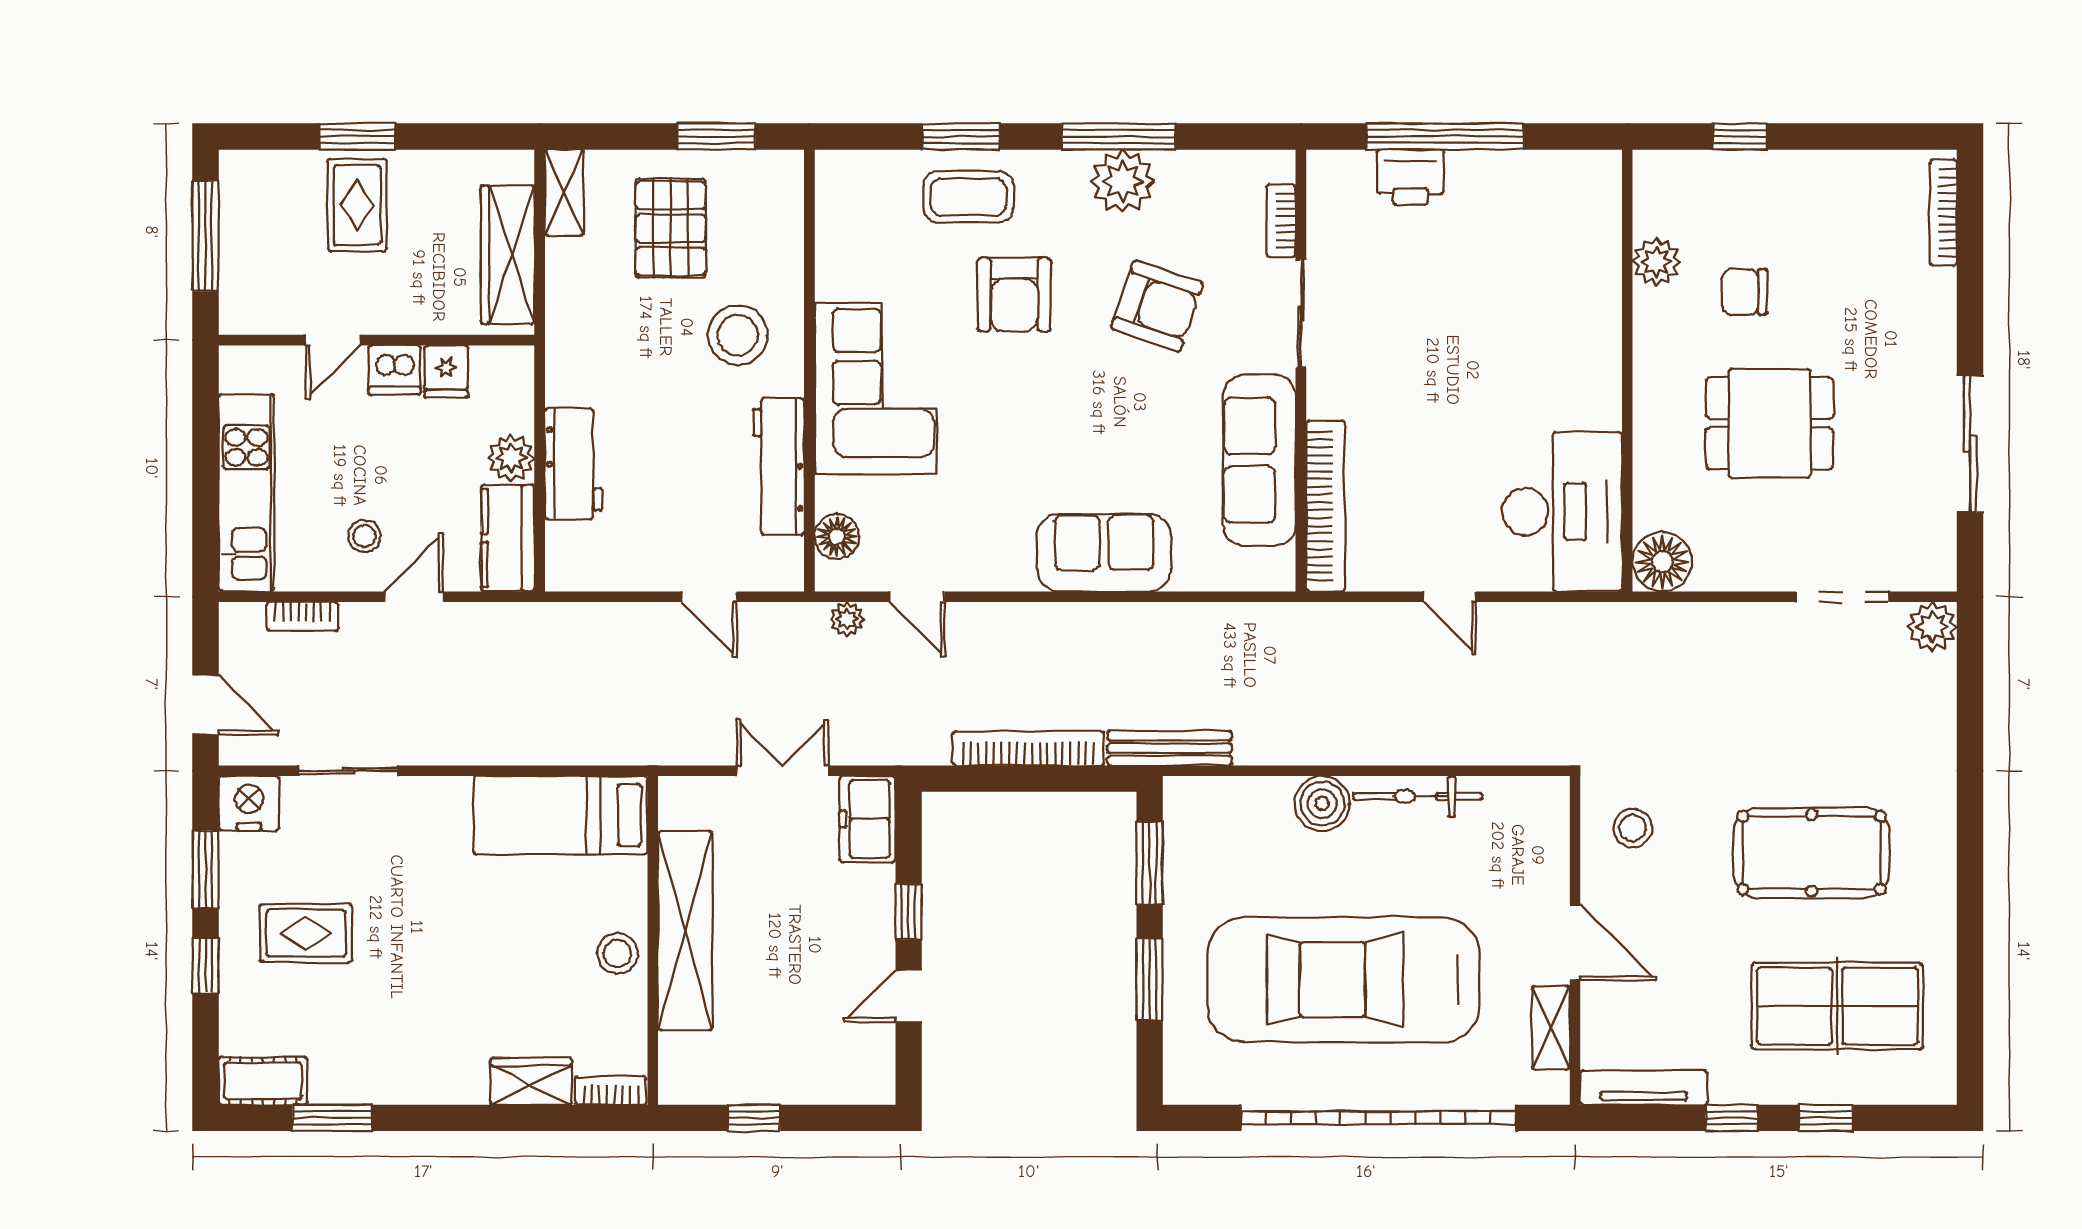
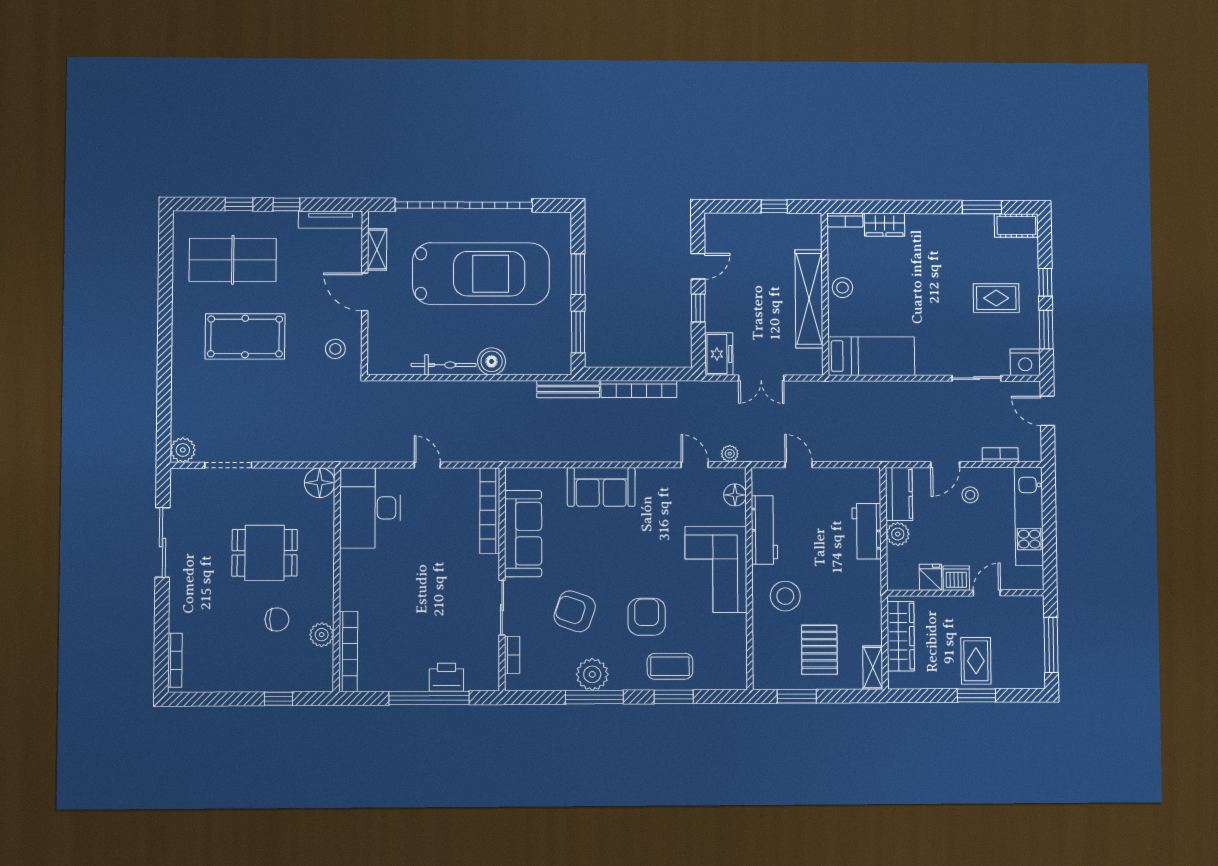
bookcase: (1604, 229) -> (348, 651), added

